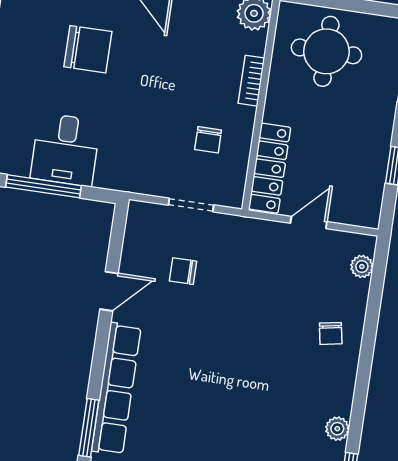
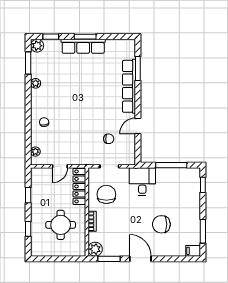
round table: (326, 51) -> (61, 225), moved
chair: (208, 140) -> (106, 194), width x1.87, depth x1.87
desk: (65, 150) -> (142, 182), moved

